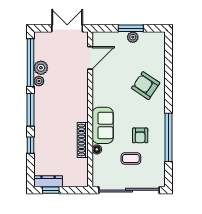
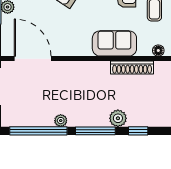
door: (90, 58) -> (33, 59), width x1.36
plant: (41, 68) -> (118, 118), moved
floor lamp: (97, 149) -> (158, 50), moved

